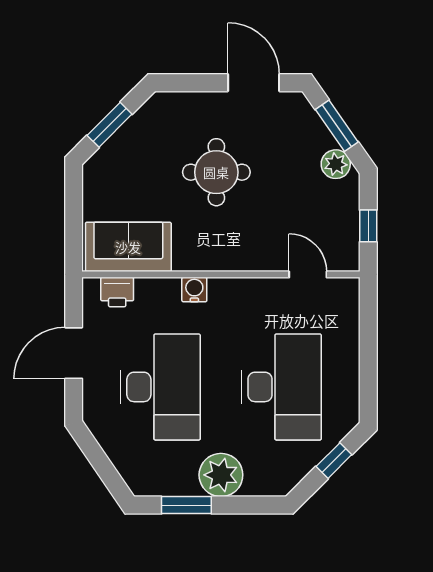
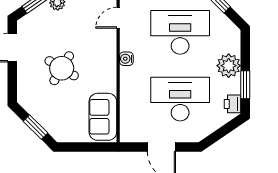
round table: (216, 172) -> (62, 68), turned 31
water cooler: (194, 290) -> (126, 59), moved
printer: (117, 292) -> (232, 104), moved, turned 180

